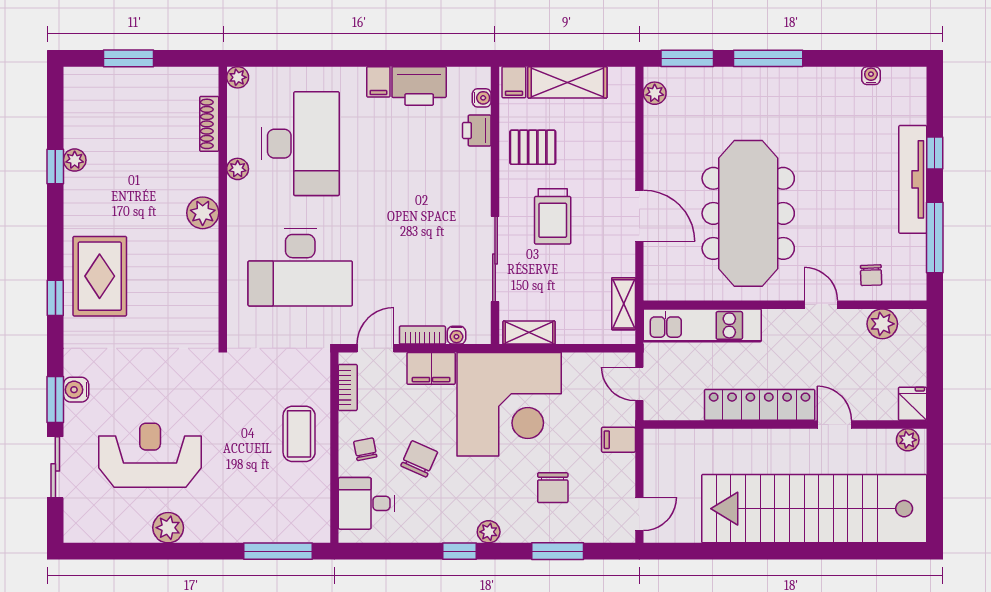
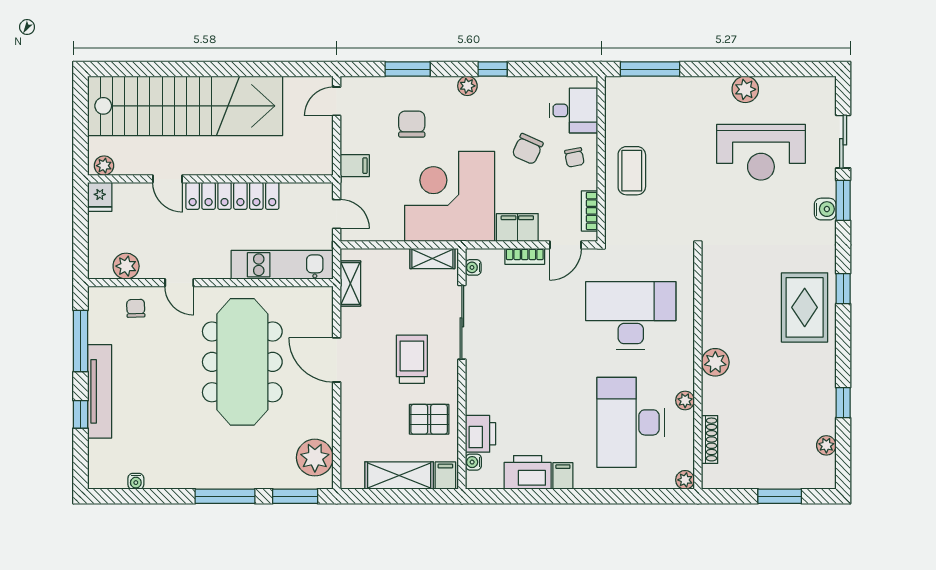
plant: (655, 93) -> (315, 458), width x1.88, depth x1.88
printer: (477, 130) -> (481, 434), width x1.36, depth x1.24
plant: (75, 160) -> (826, 445), moved
water cooler: (456, 335) -> (473, 267), moved, turned -90

